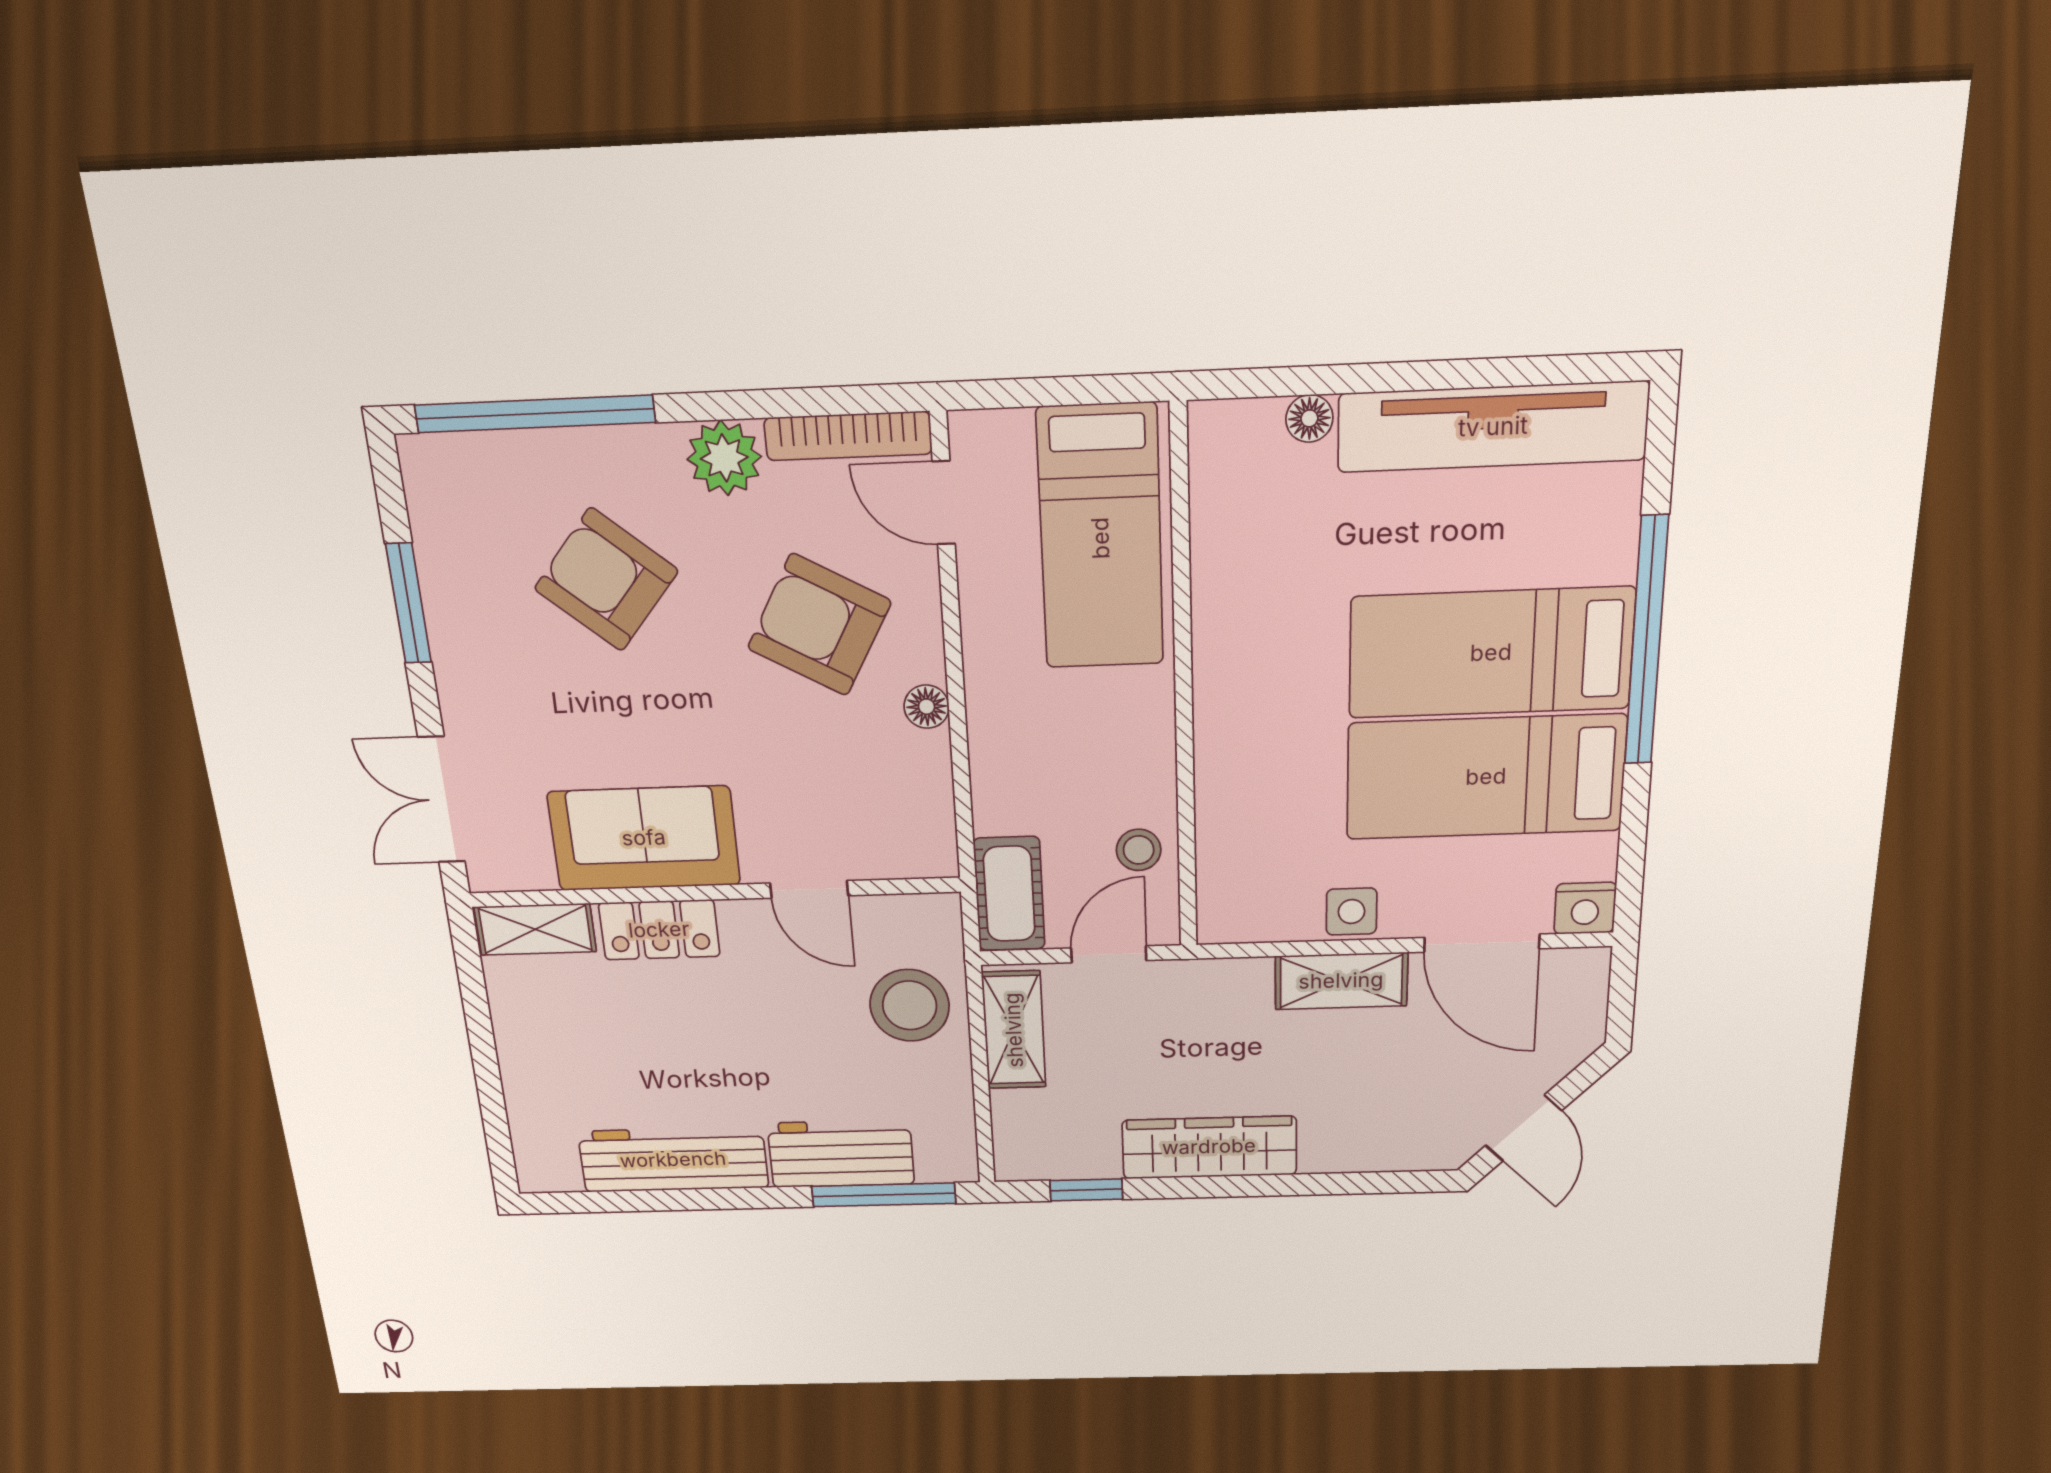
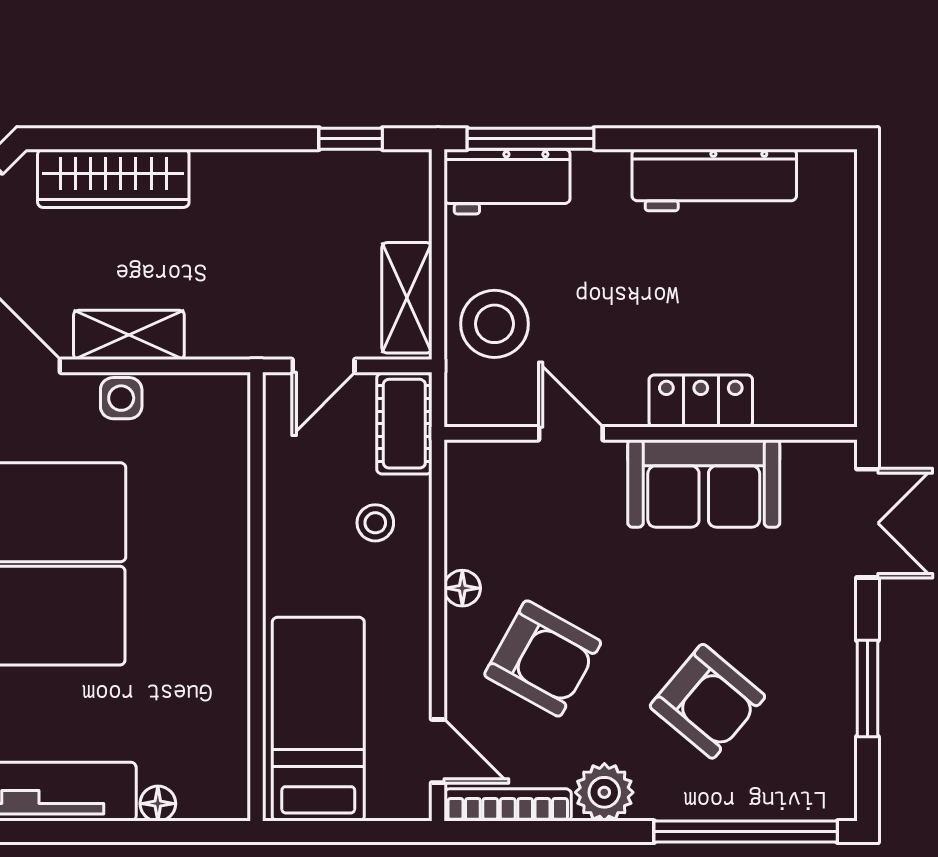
stool: (1139, 850) -> (375, 523), moved
shelving: (535, 929) -> (806, 405), removed
wardrobe: (1209, 1147) -> (113, 178), moved
workbench: (841, 1154) -> (507, 182), moved

